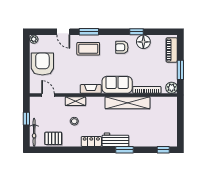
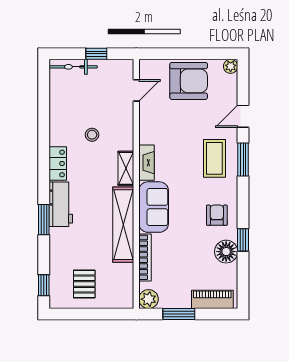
shelving: (75, 101) -> (126, 168), moved
pallet: (53, 138) -> (84, 284), moved

